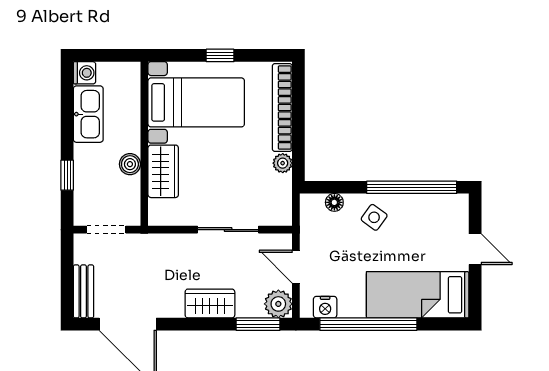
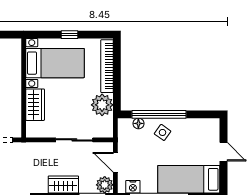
plant: (283, 163) -> (102, 105), width x1.88, depth x1.88
boiler: (130, 164) -> (15, 100), removed
window: (412, 187) -> (159, 114), moved

